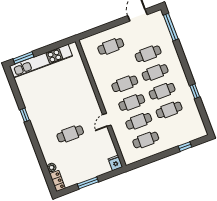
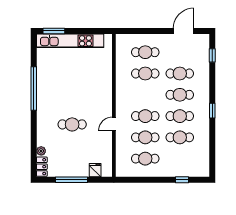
window: (171, 27) -> (212, 55), width x0.46
cafe table: (125, 84) -> (145, 73), moved
window: (195, 91) -> (212, 111), moved
window: (25, 115) -> (34, 89), width x3.17
fridge: (115, 163) -> (95, 170), moved
window: (88, 183) -> (72, 180), width x1.44

